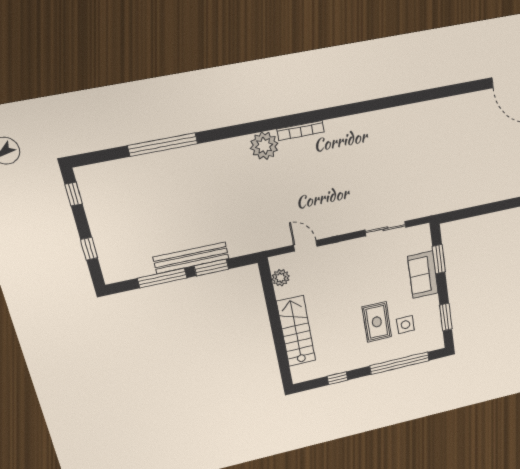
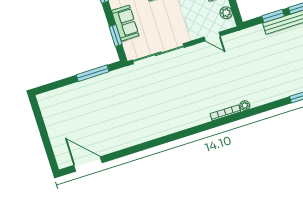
plant: (264, 146) -> (245, 106), width x0.53, depth x0.53
window: (479, 210) -> (93, 73), added
sliding door: (386, 229) -> (158, 54), width x1.86

